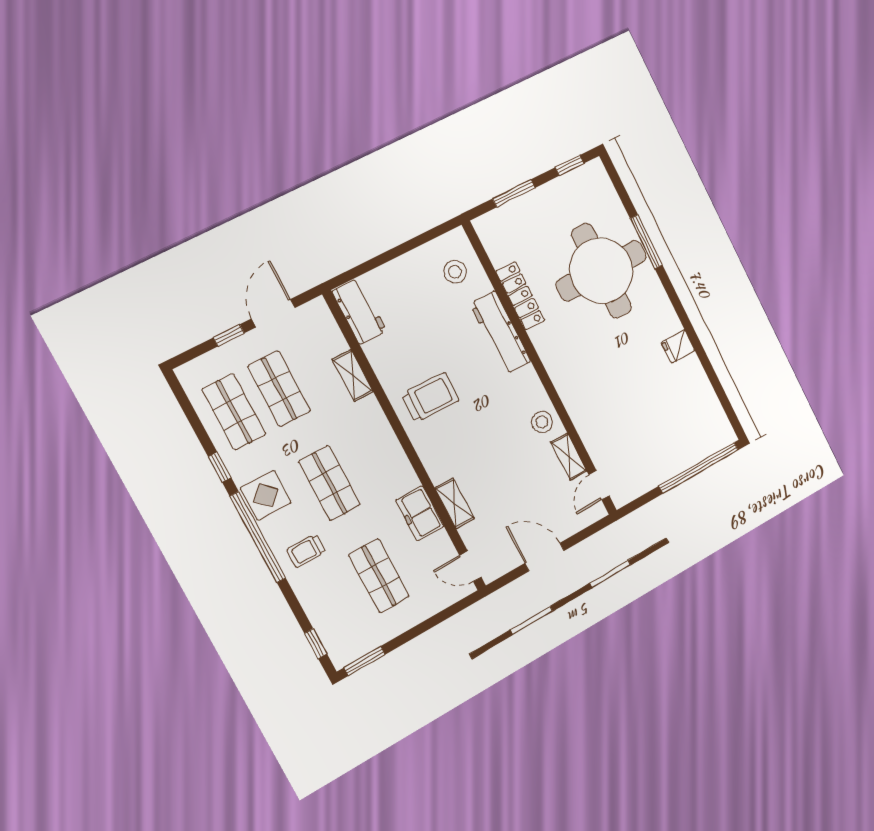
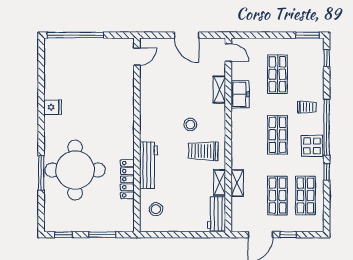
stool: (542, 422) -> (190, 124), moved
shelving: (569, 457) -> (220, 182), moved

